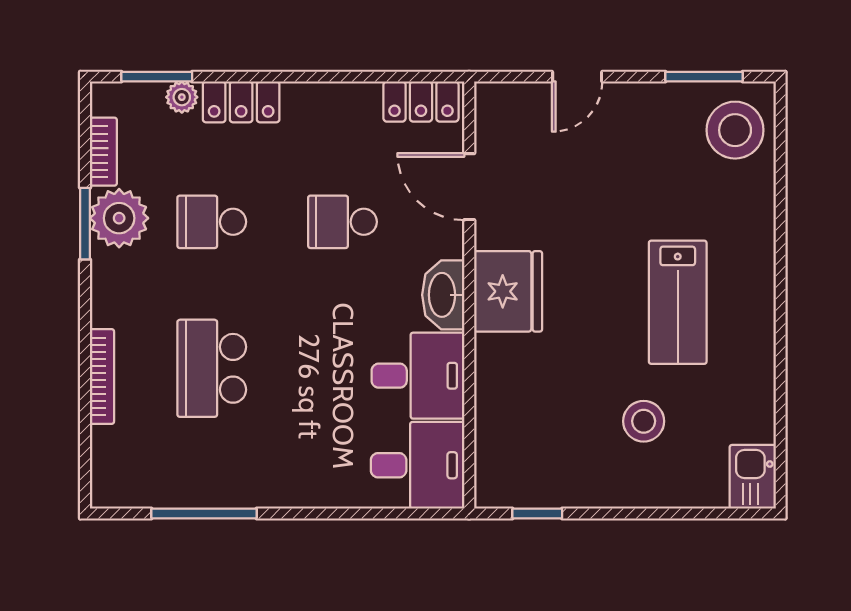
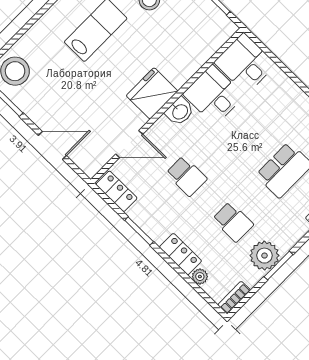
window: (157, 77) -> (139, 231), moved
door: (577, 77) -> (52, 145), width x1.38
bookcase: (103, 152) -> (234, 297), moved
door: (469, 187) -> (129, 144), hinge flipped
washbasin: (443, 295) -> (180, 111), width x0.72

